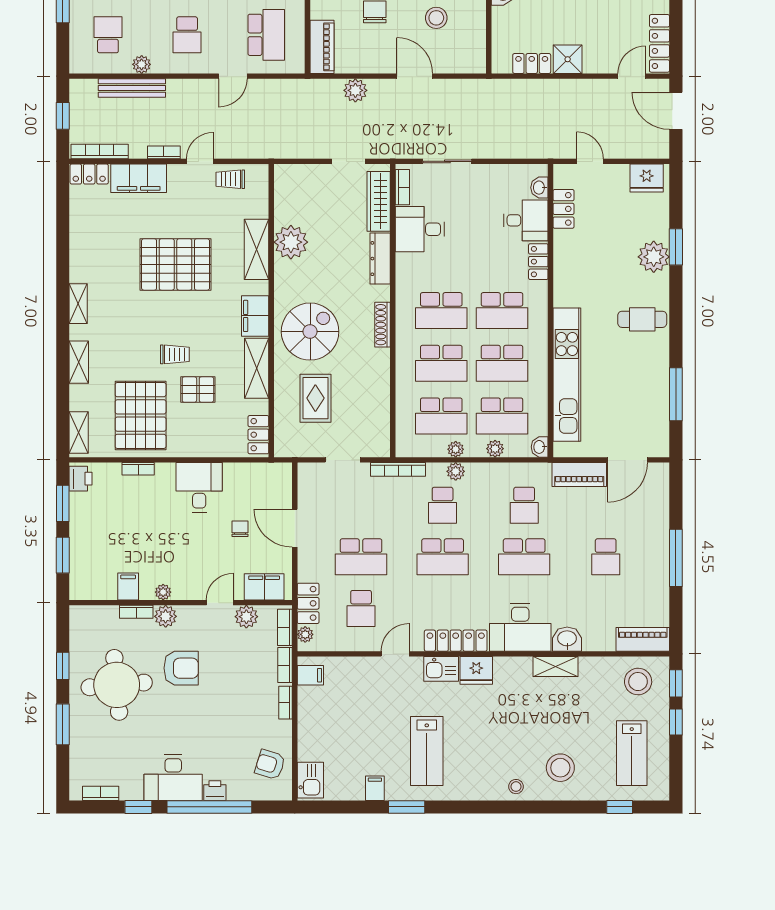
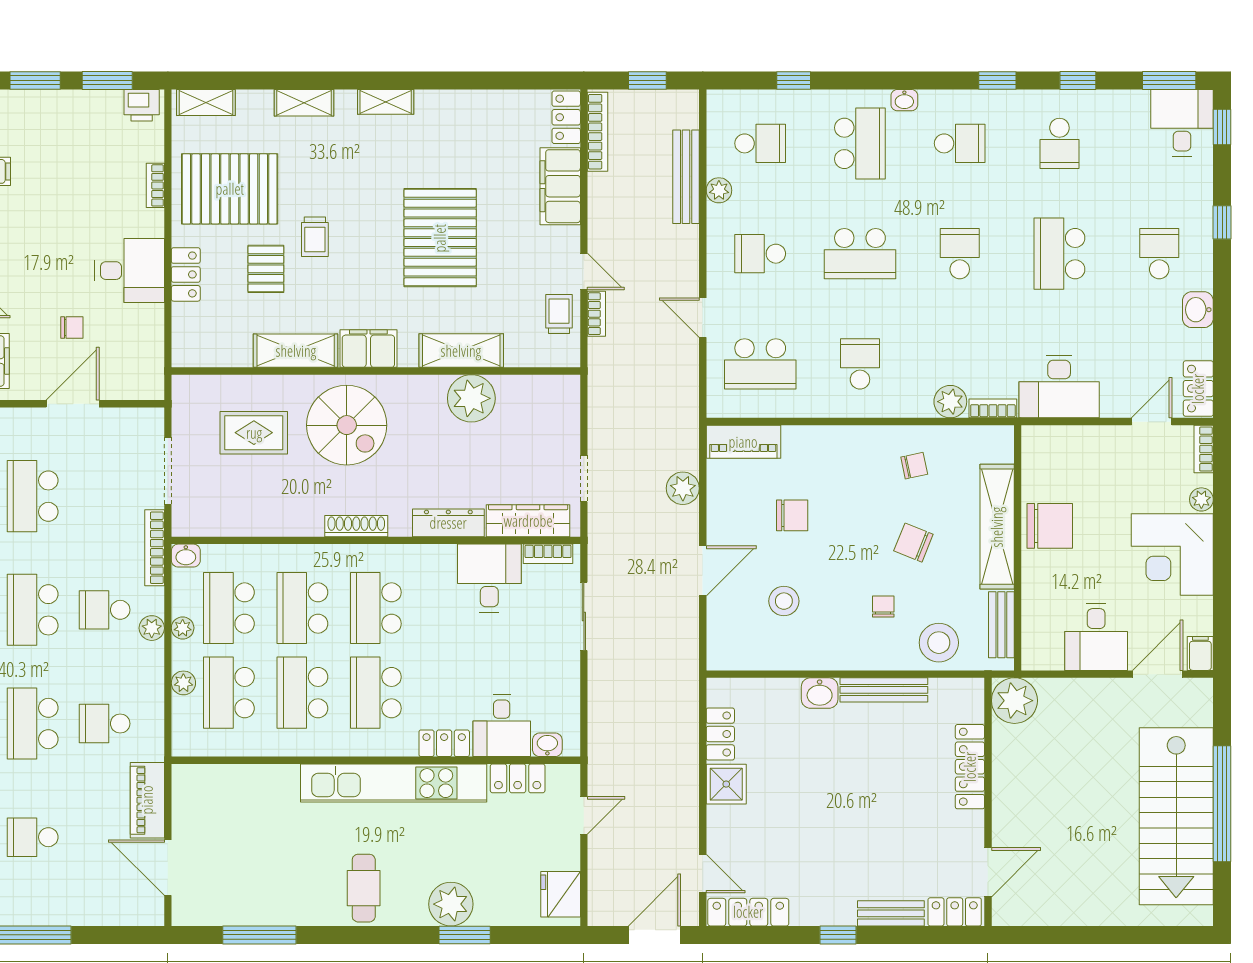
bookcase: (164, 152) -> (596, 314), moved
kitchen unit: (567, 375) -> (394, 783), moved
locker: (258, 435) -> (186, 274), moved, turned 90
washbasin: (540, 447) -> (186, 556), moved, turned 180
doorway: (343, 460) -> (168, 471), width x1.38

